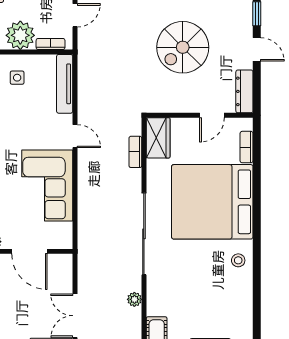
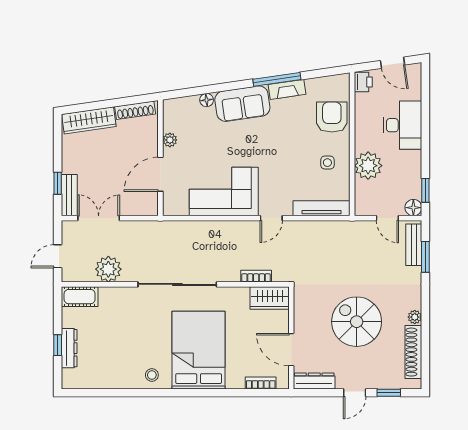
bookcase: (51, 44) -> (360, 195), removed
door: (212, 115) -> (291, 350), width x1.37
bed: (212, 202) -> (199, 350), width x0.73
plant: (134, 299) -> (108, 269), width x1.88, depth x1.88

